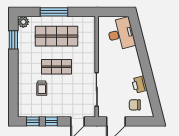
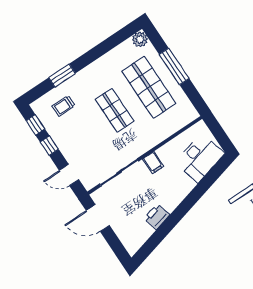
window: (13, 40) -> (62, 75), moved
filing cabinet: (105, 65) -> (153, 163), added
trolley: (42, 88) -> (64, 106), moved
chair: (135, 105) -> (131, 227), removed

